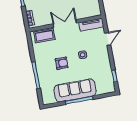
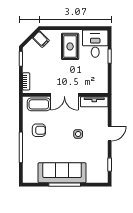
double door: (65, 23) -> (64, 95), swing flipped
door: (108, 39) -> (110, 133), moved
armchair: (62, 63) -> (39, 130), moved

